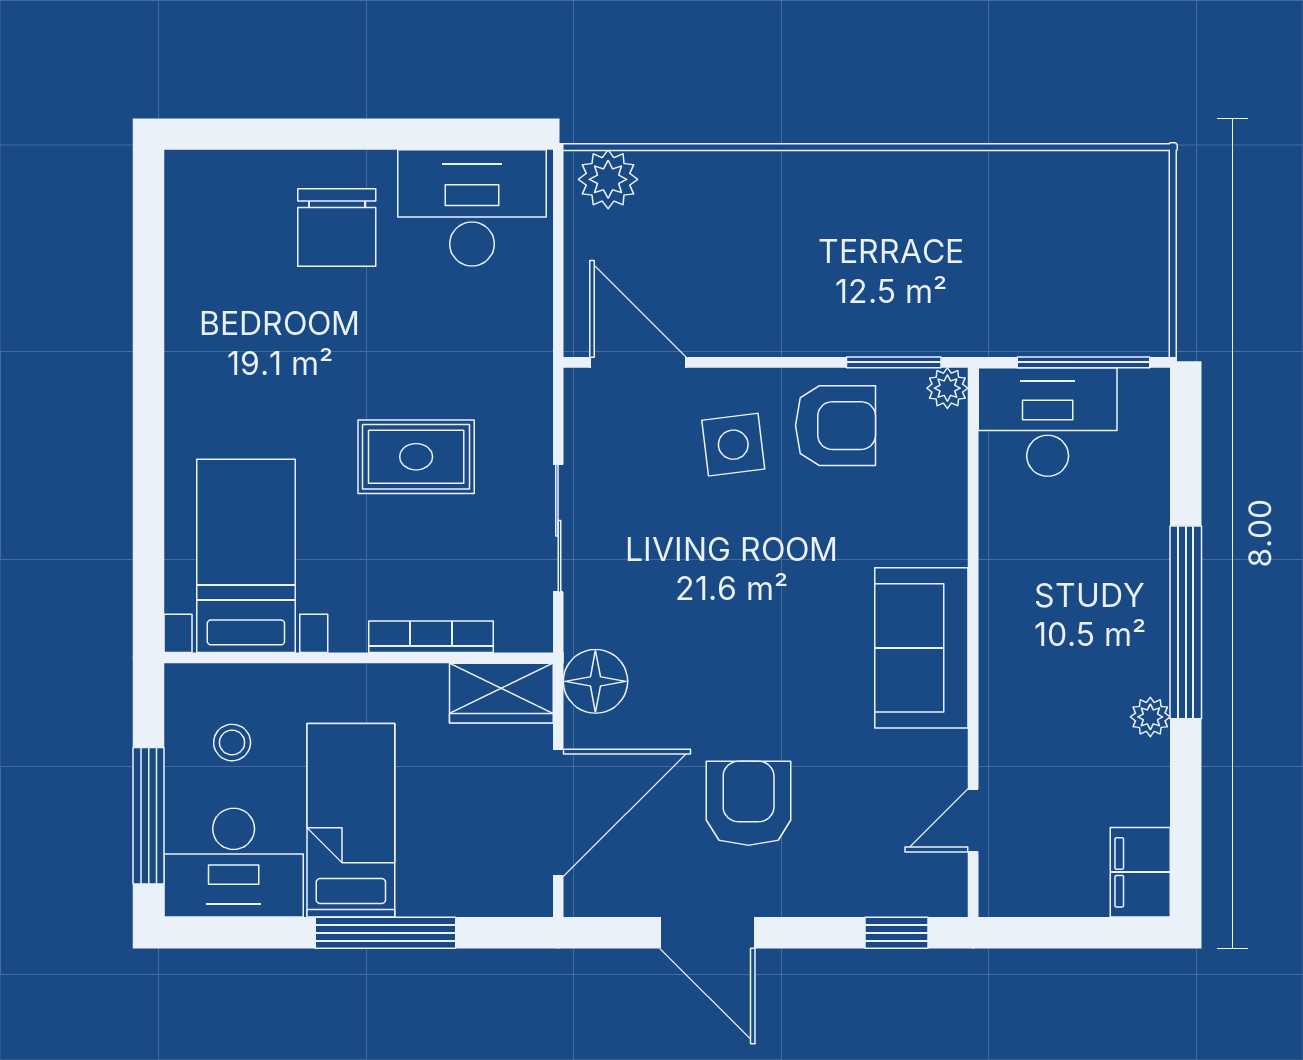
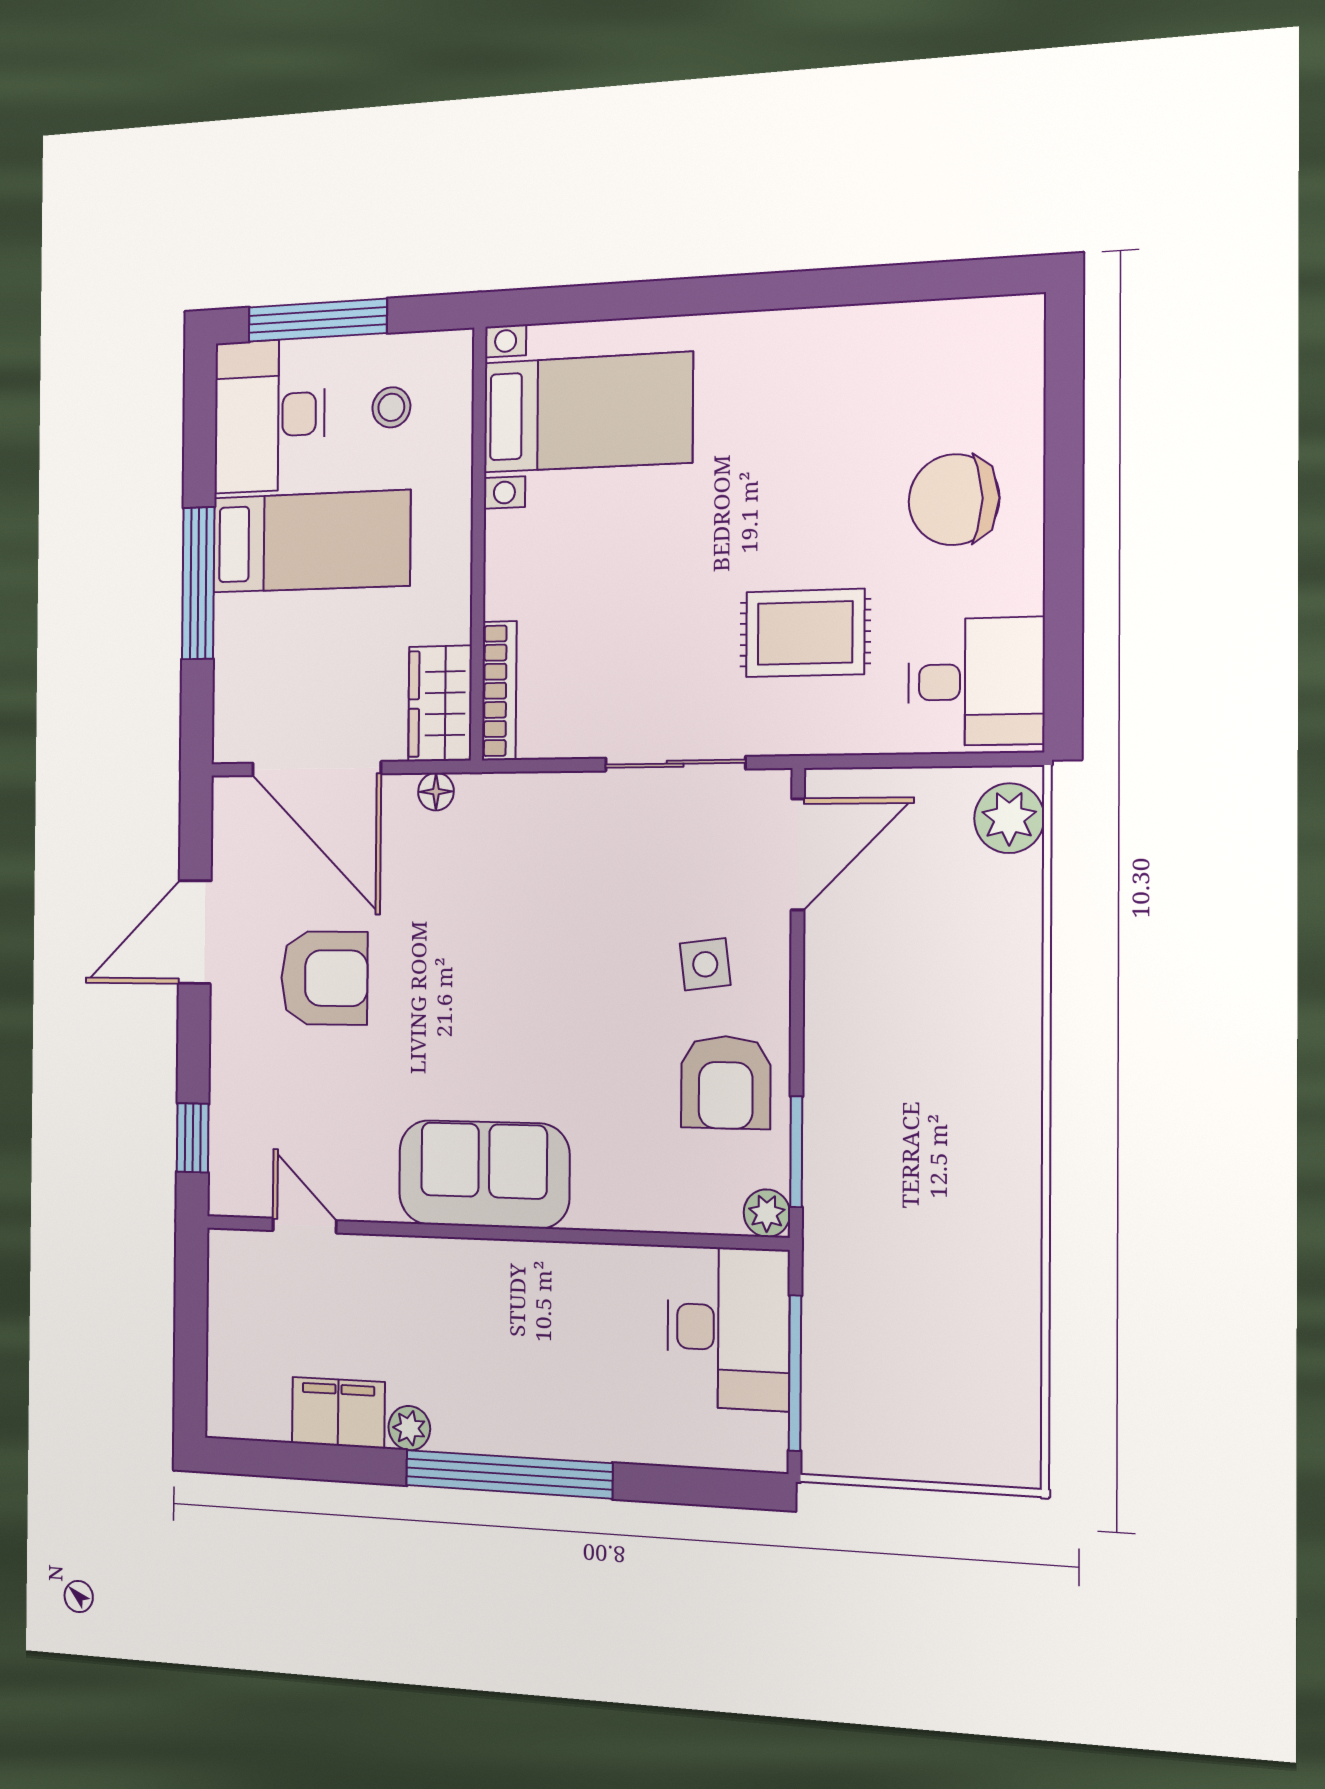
desk: (472, 208) -> (976, 682), width x0.73
side table: (733, 445) -> (705, 964), width x0.73, depth x0.73
rug: (416, 457) -> (805, 633), moved, turned 90
sliding door: (558, 528) -> (675, 764), moved
bookcase: (431, 637) -> (499, 691), moved
floor lamp: (595, 681) -> (436, 792), width x0.53, depth x0.53
filing cabinet: (1140, 872) -> (338, 1413), moved

